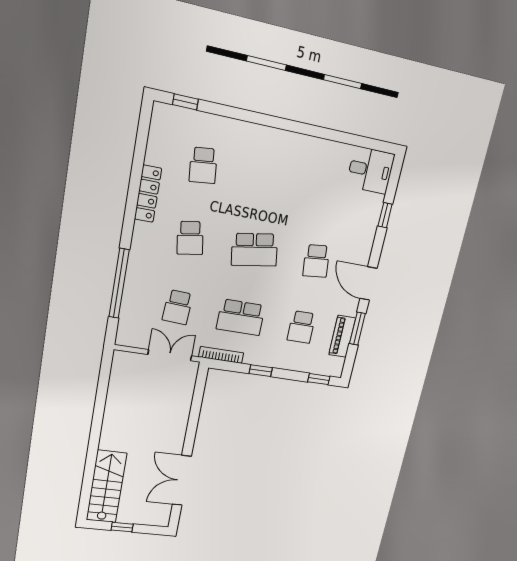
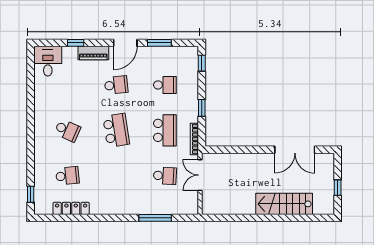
locker: (148, 194) -> (71, 208), moved
school desk: (190, 238) -> (67, 130), moved, turned 33
window: (119, 283) -> (155, 218), width x0.68
piano: (342, 336) -> (93, 53), moved
stairs: (106, 487) -> (284, 204), moved

